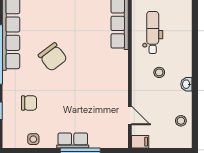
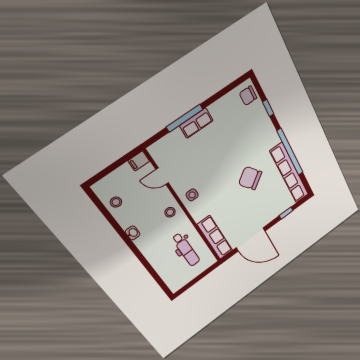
stool: (159, 72) -> (170, 212), moved
chair: (29, 103) -> (248, 96), moved
side table: (33, 139) -> (192, 195), moved

